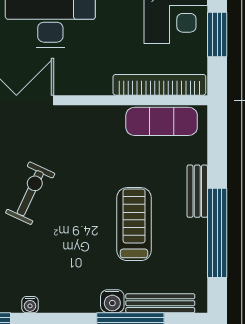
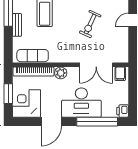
plant: (97, 82) -> (61, 73), added

